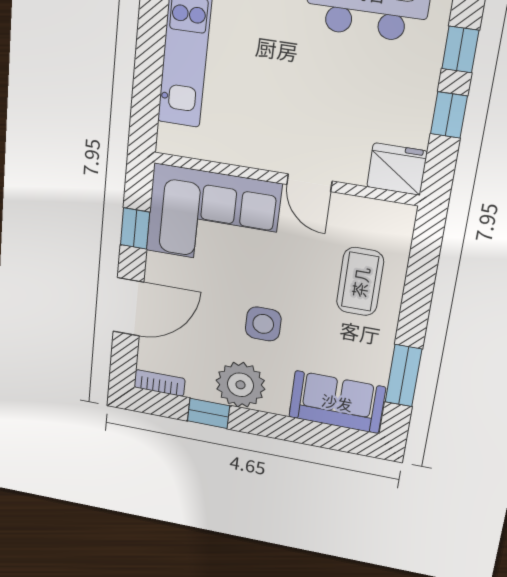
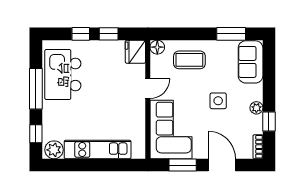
floor lamp: (400, 219) -> (157, 47), added
window: (135, 228) -> (183, 165), width x1.50
plant: (240, 385) -> (256, 108), width x0.53, depth x0.53

